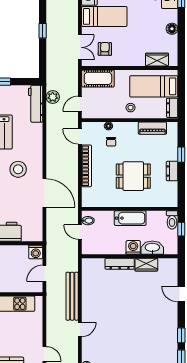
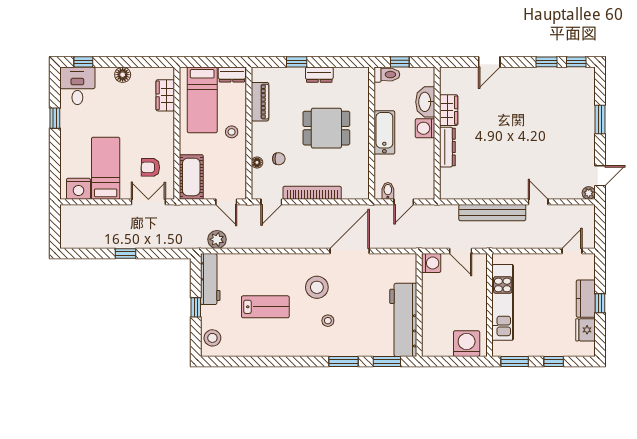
workbench: (36, 104) -> (210, 279), moved, turned -90
dining table: (133, 176) -> (326, 128), turned 90

